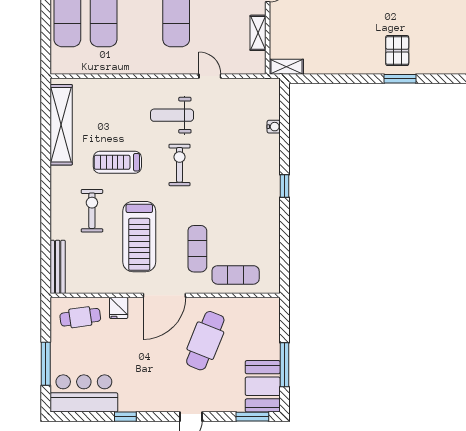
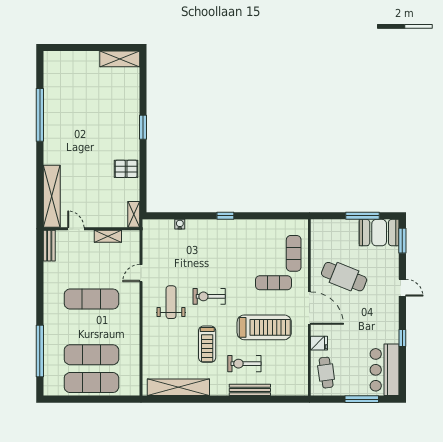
pallet: (397, 51) -> (126, 169), moved
weight bench: (172, 115) -> (171, 302), turned 180
bench: (58, 267) -> (250, 390), moved

